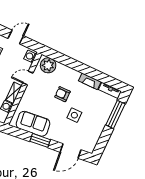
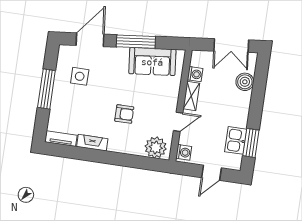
window: (115, 114) -> (46, 89), moved
side table: (74, 115) -> (80, 76), moved
window: (40, 140) -> (136, 42), width x1.44

